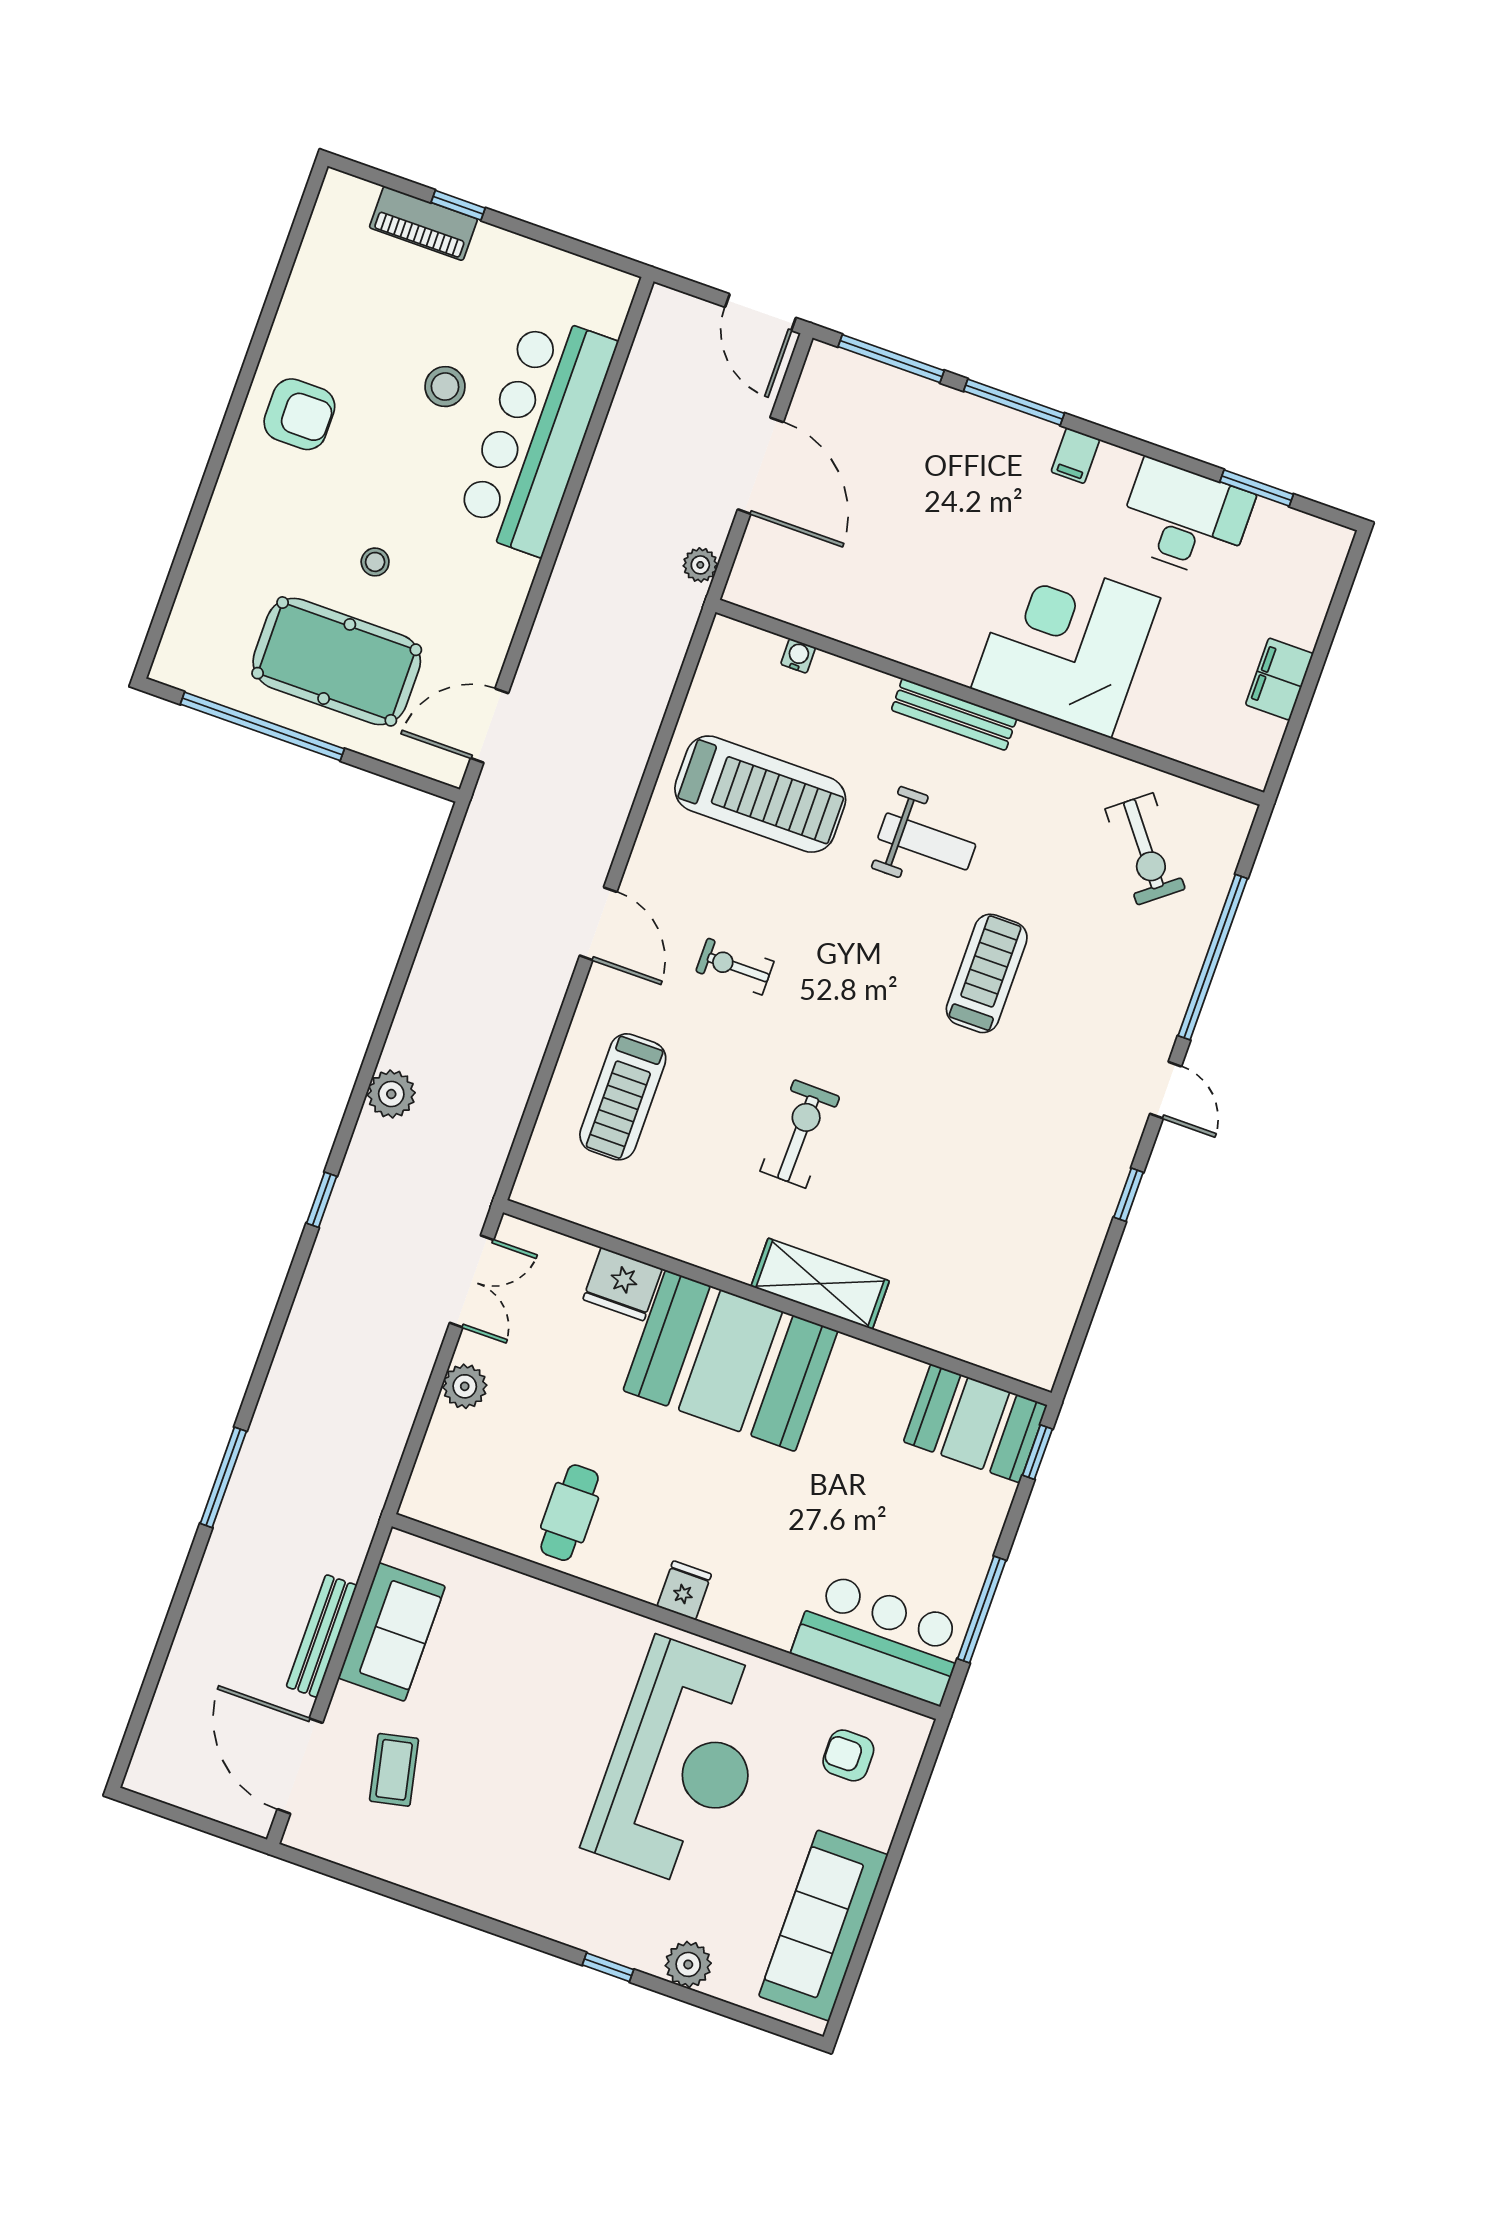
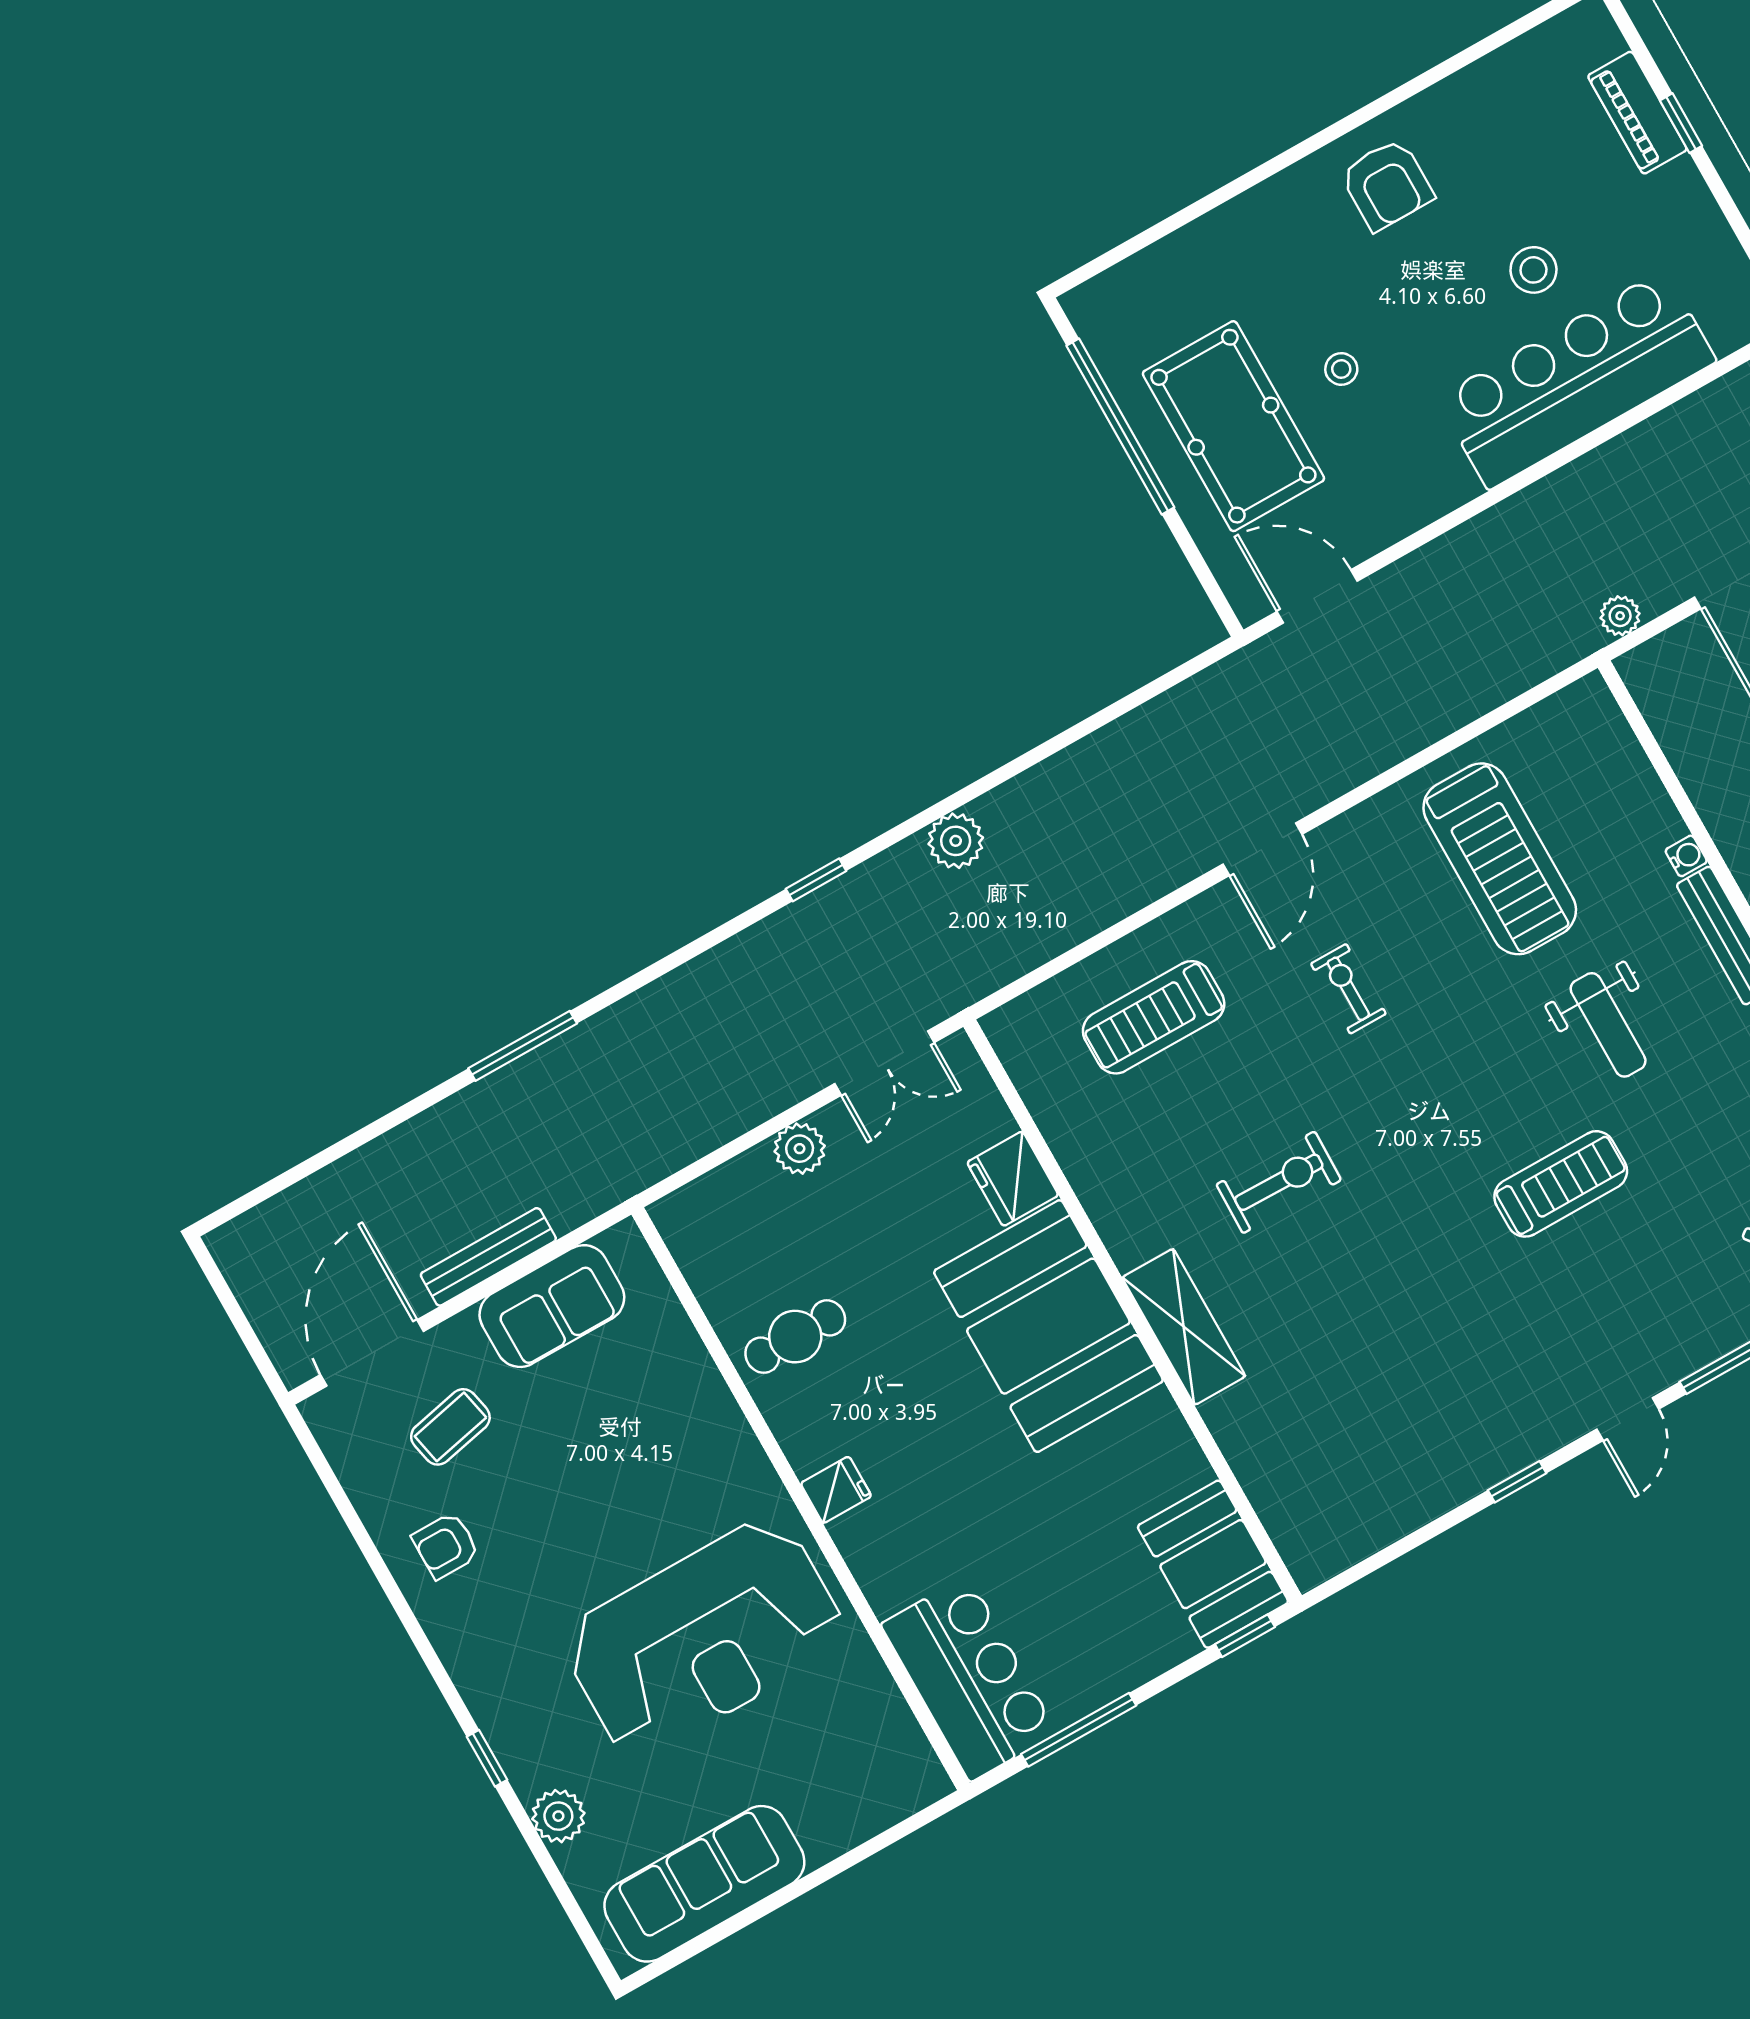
water cooler: (798, 656) -> (1686, 856), moved
armchair: (848, 1755) -> (446, 1546), moved, turned -90

